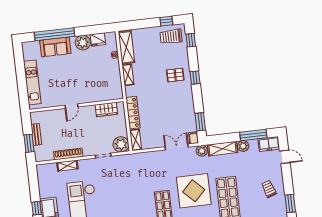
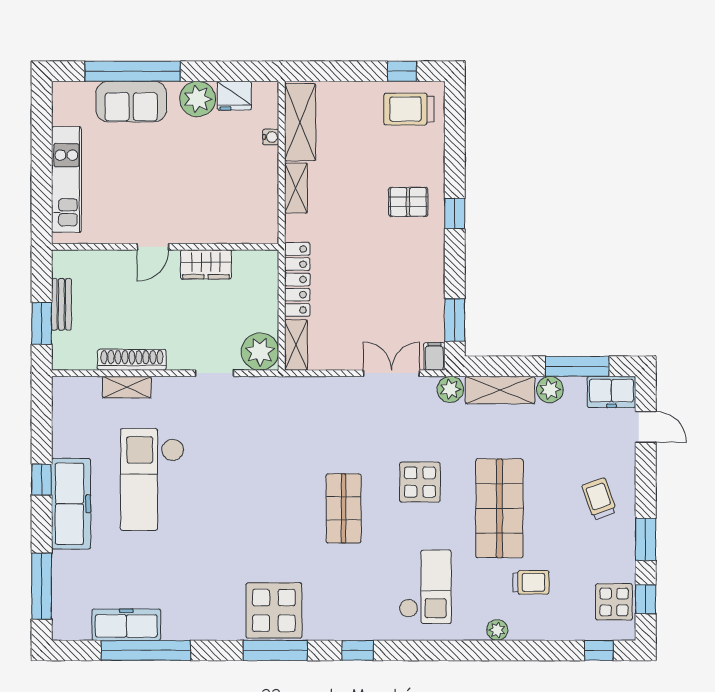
window: (191, 40) -> (455, 123), removed
wardrobe: (106, 109) -> (206, 264), moved
display table: (194, 191) -> (420, 482), width x0.54, depth x0.54

